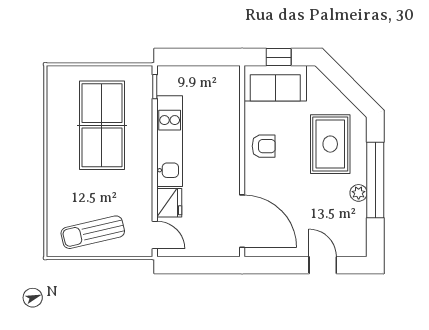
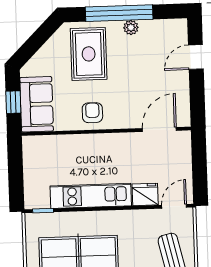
rug: (330, 144) -> (89, 54), turned 90
door: (242, 221) -> (159, 129), width x0.73

